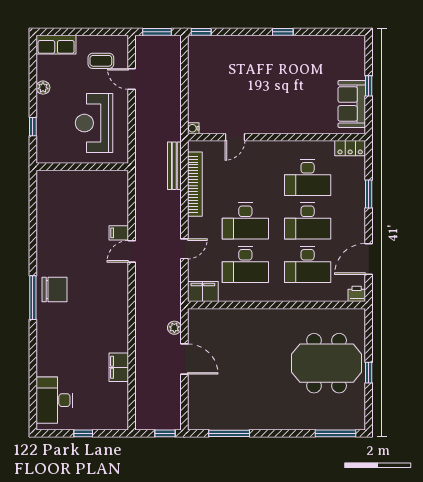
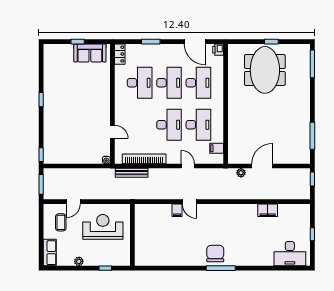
reception desk: (94, 123) -> (103, 227), turned 180
filing cabinet: (203, 292) -> (217, 148), width x0.50

